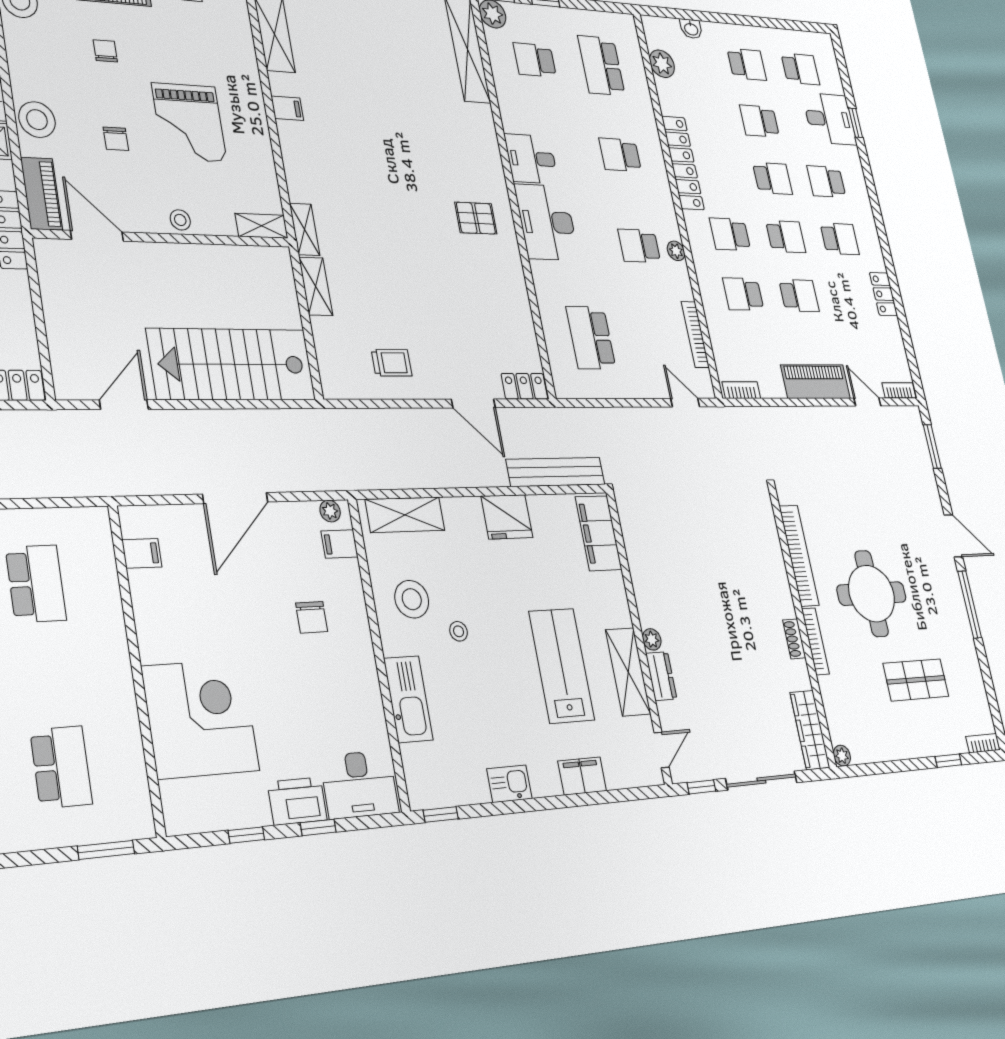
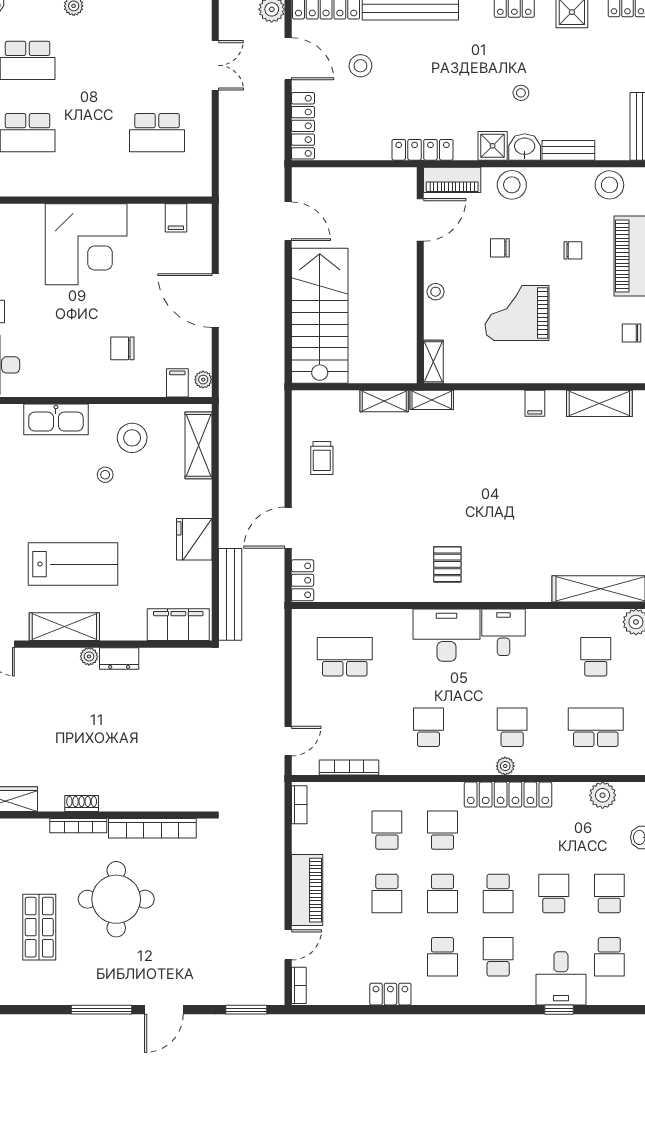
school desk: (747, 64) -> (609, 893), turned 180
plant: (676, 251) -> (505, 766), moved
dresser: (661, 676) -> (119, 658), moved
corner desk: (200, 719) -> (86, 244), moved

